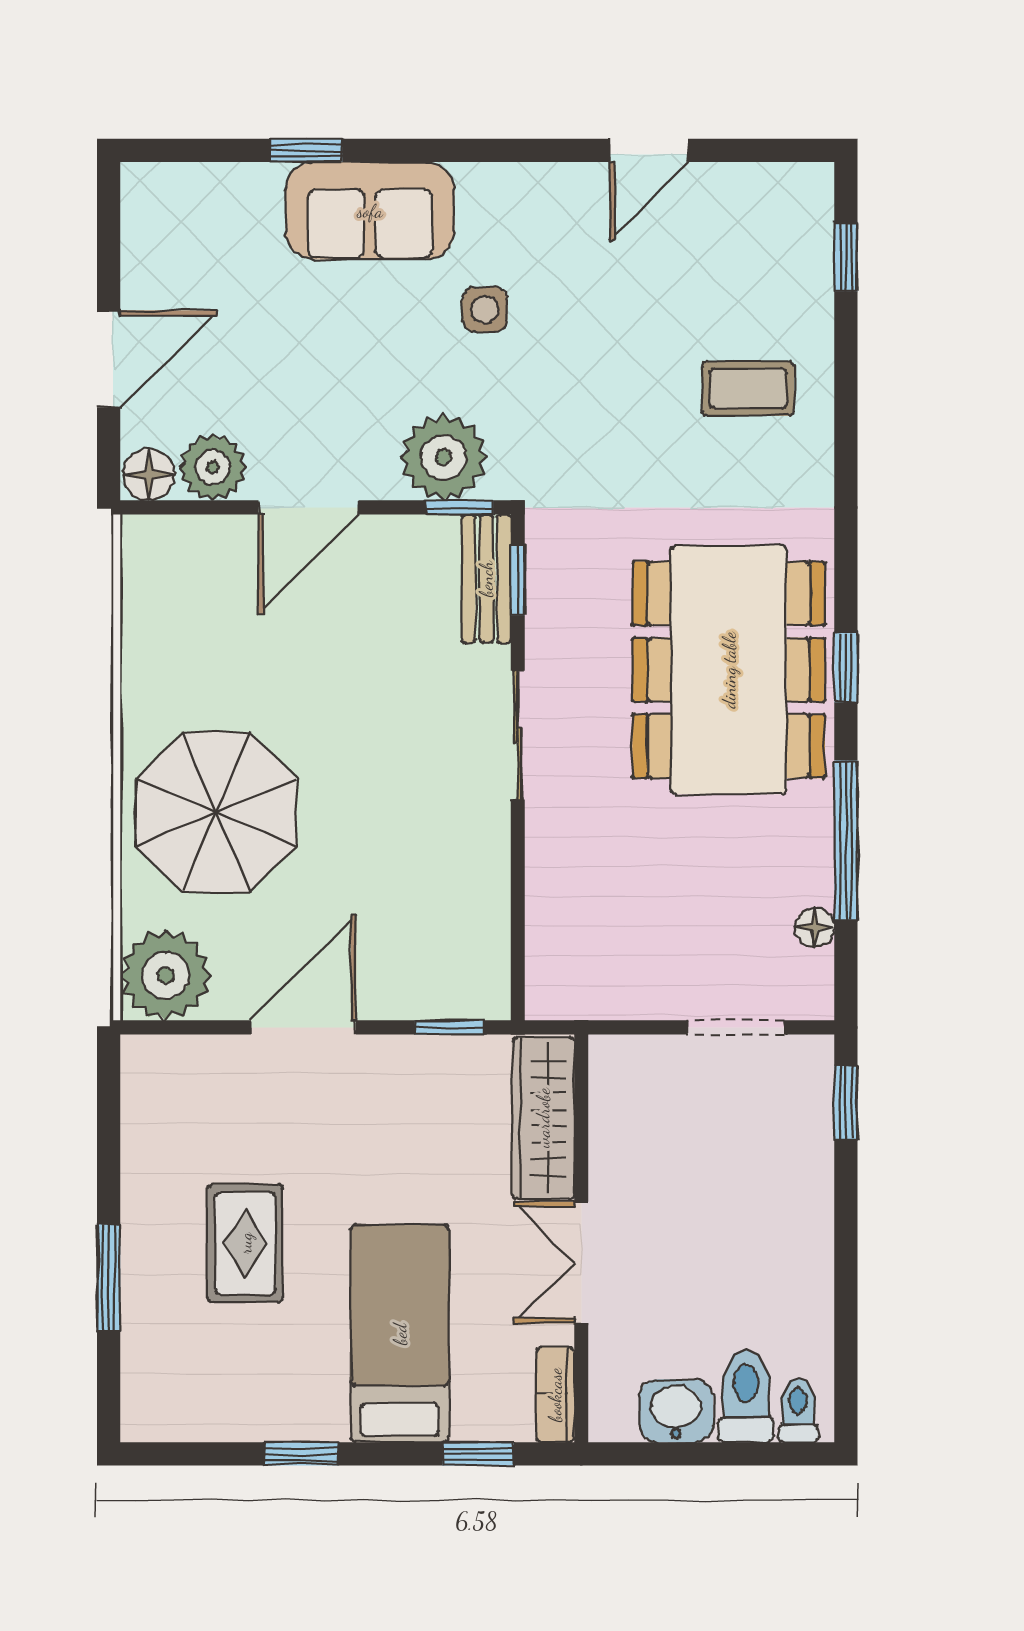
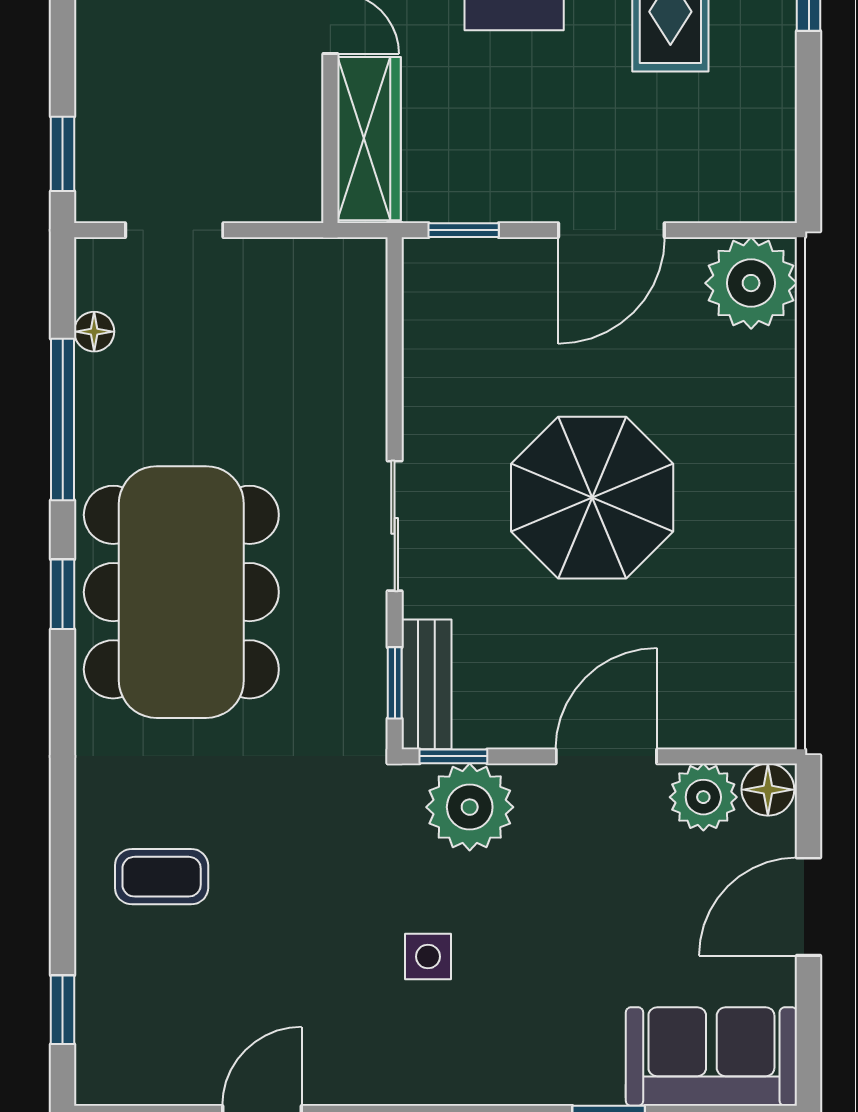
sofa: (370, 211) -> (711, 1057), moved
parasol: (216, 812) -> (592, 498), moved

